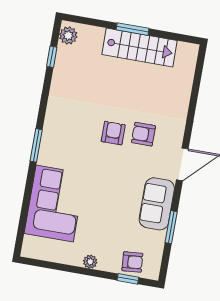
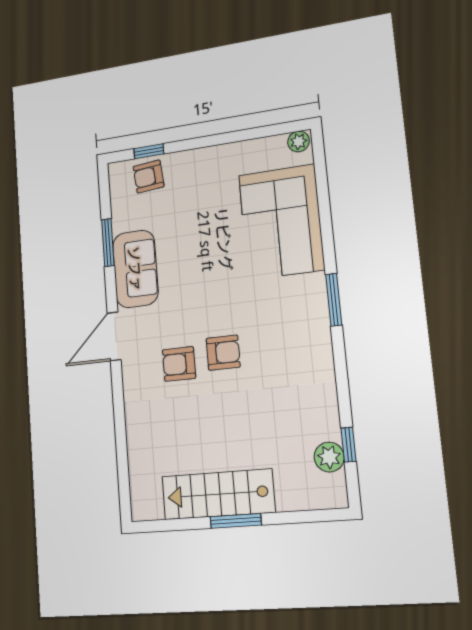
plant: (68, 36) -> (329, 457), moved
armchair: (113, 133) -> (223, 353), turned -90
armchair: (143, 134) -> (179, 364), turned 180
plant: (90, 262) -> (299, 142), moved

